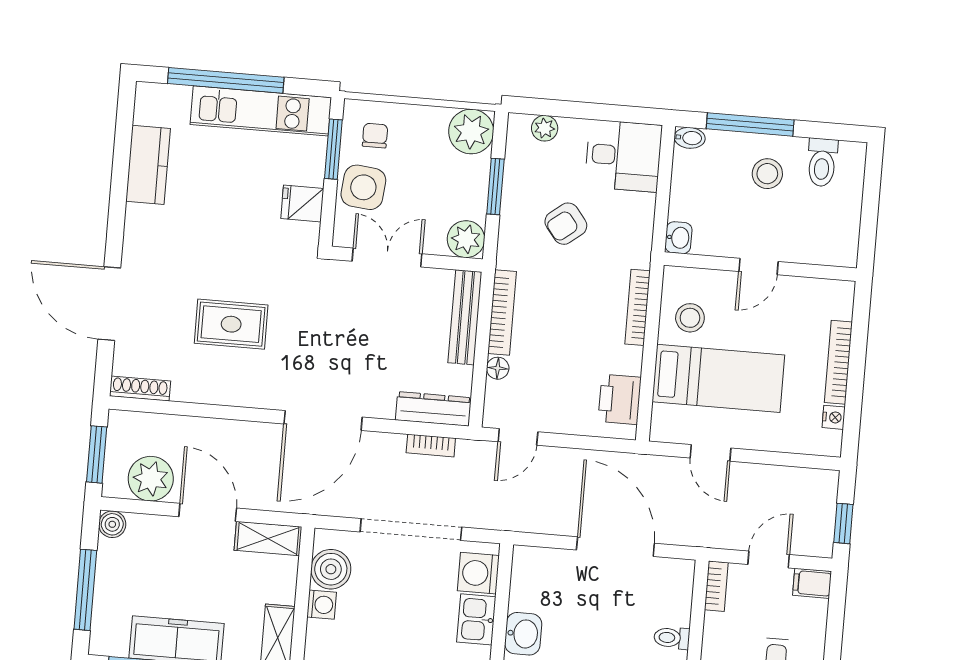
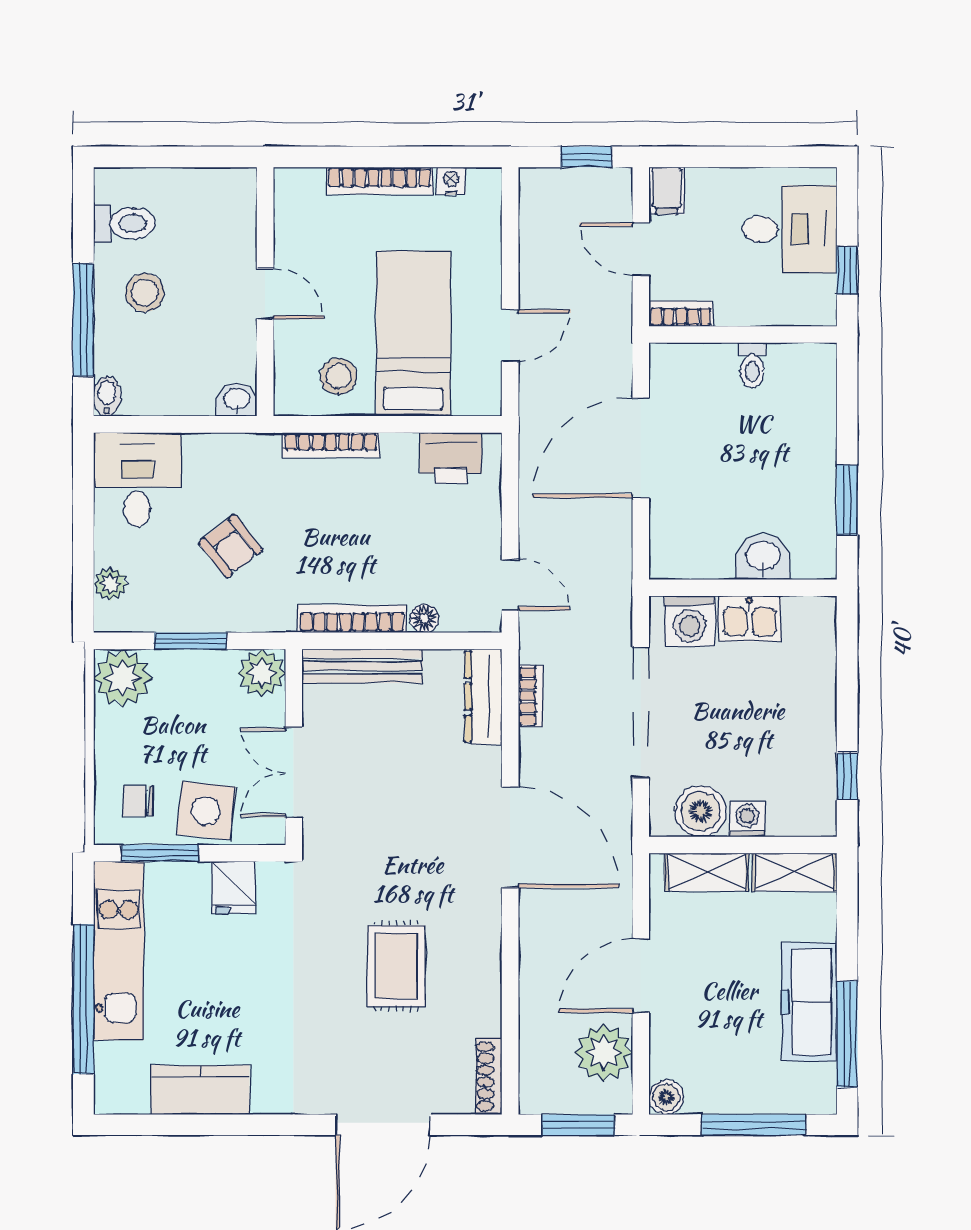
shelving: (268, 539) -> (707, 872), moved, turned 90

